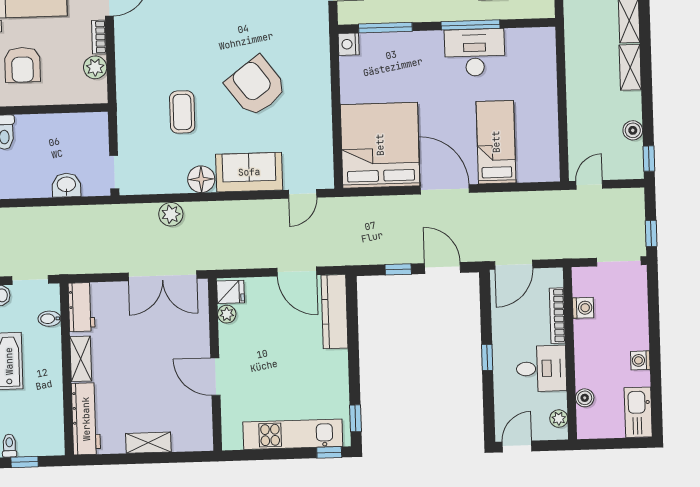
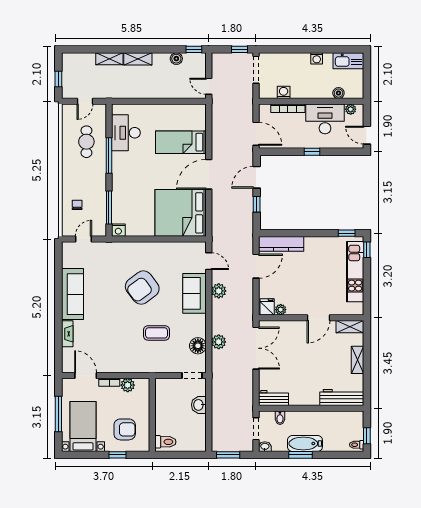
desk: (475, 53) -> (126, 133), moved
floor lamp: (201, 179) -> (198, 346), moved
plant: (254, 212) -> (219, 291), added
shelving: (81, 359) -> (350, 327), moved
desk: (541, 369) -> (325, 119), width x1.37

